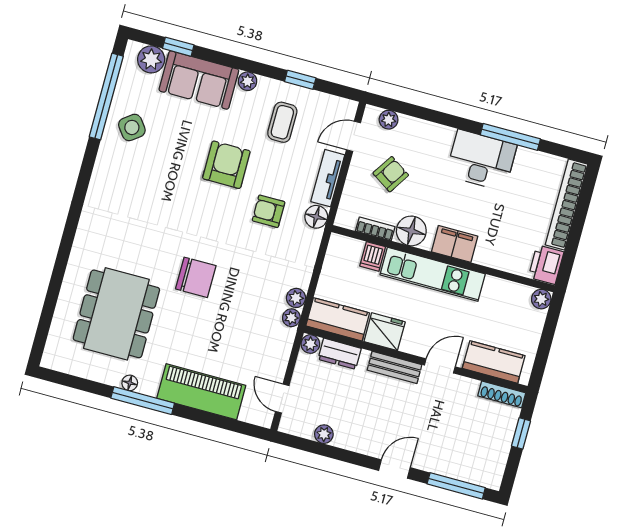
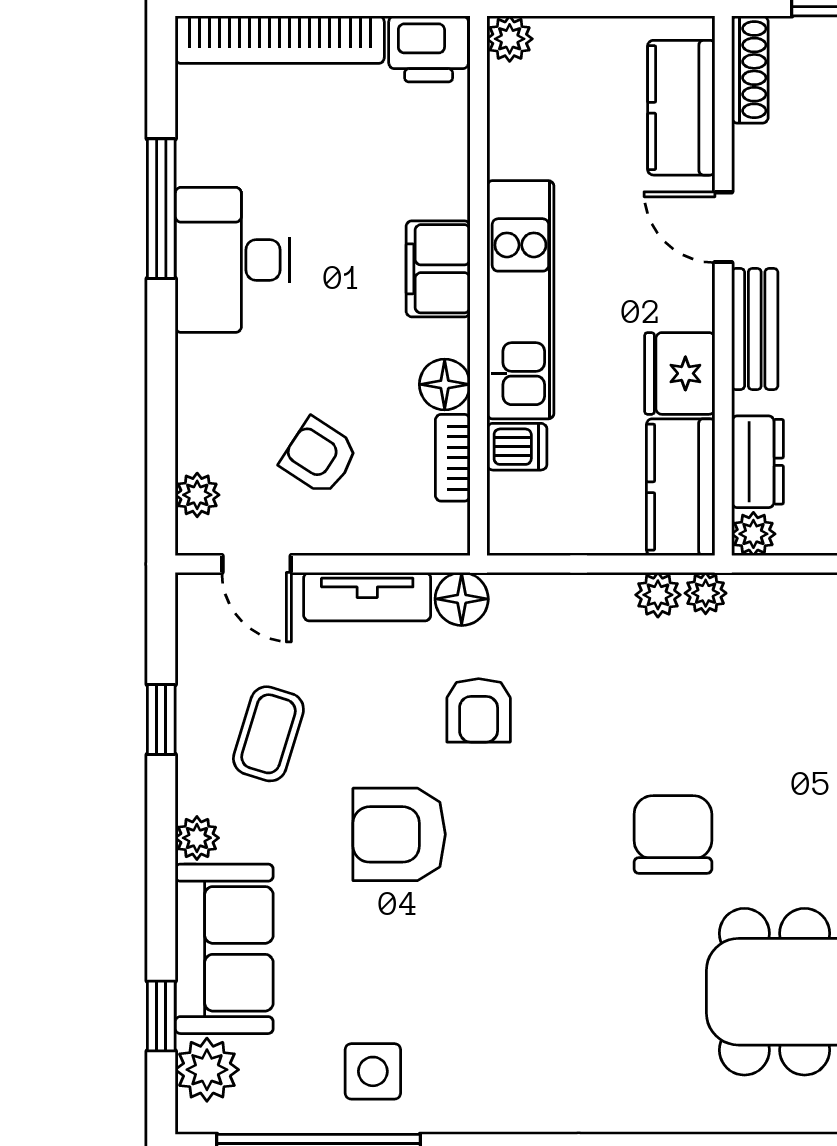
coffee table: (282, 122) -> (268, 734), turned -73
side table: (132, 127) -> (373, 1071), turned 37
floor lamp: (411, 231) -> (445, 384), width x0.73, depth x0.73

